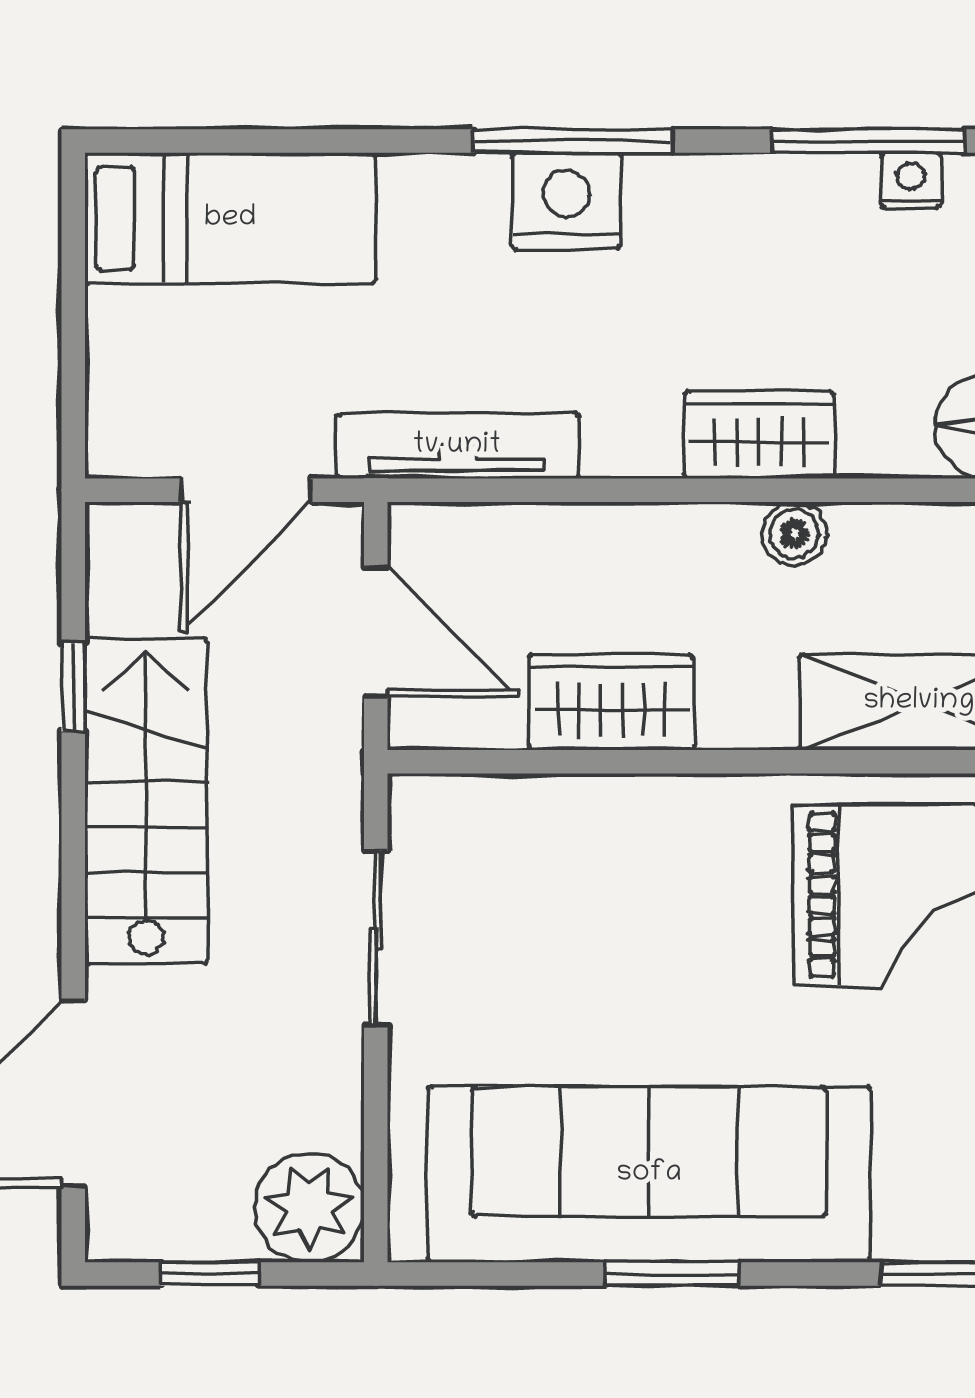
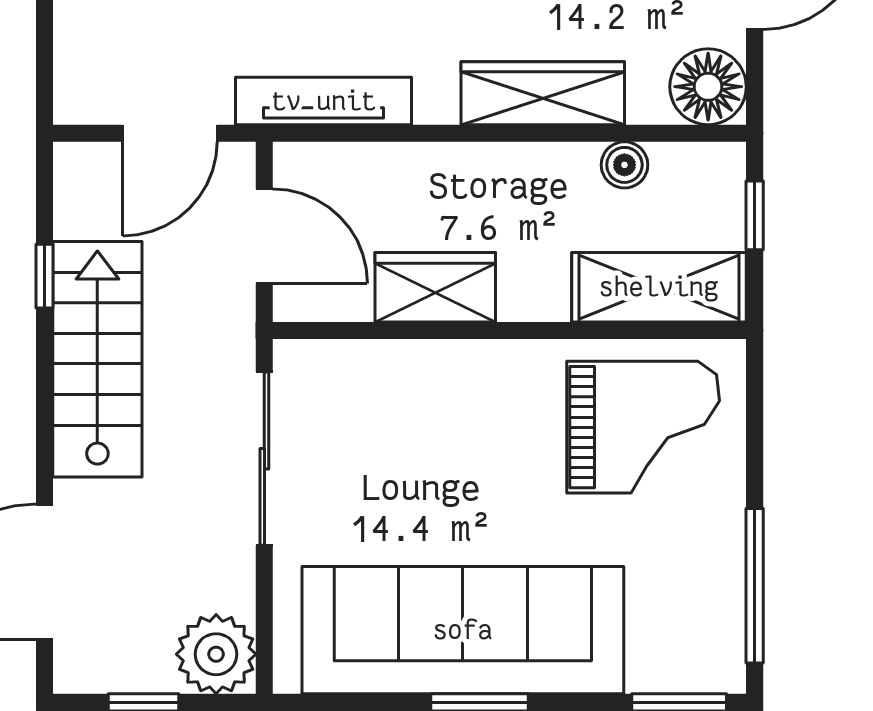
wardrobe: (759, 435) -> (543, 93), width x1.50
boiler: (794, 534) -> (624, 165), moved
sliding door: (376, 938) -> (264, 459), width x1.37

